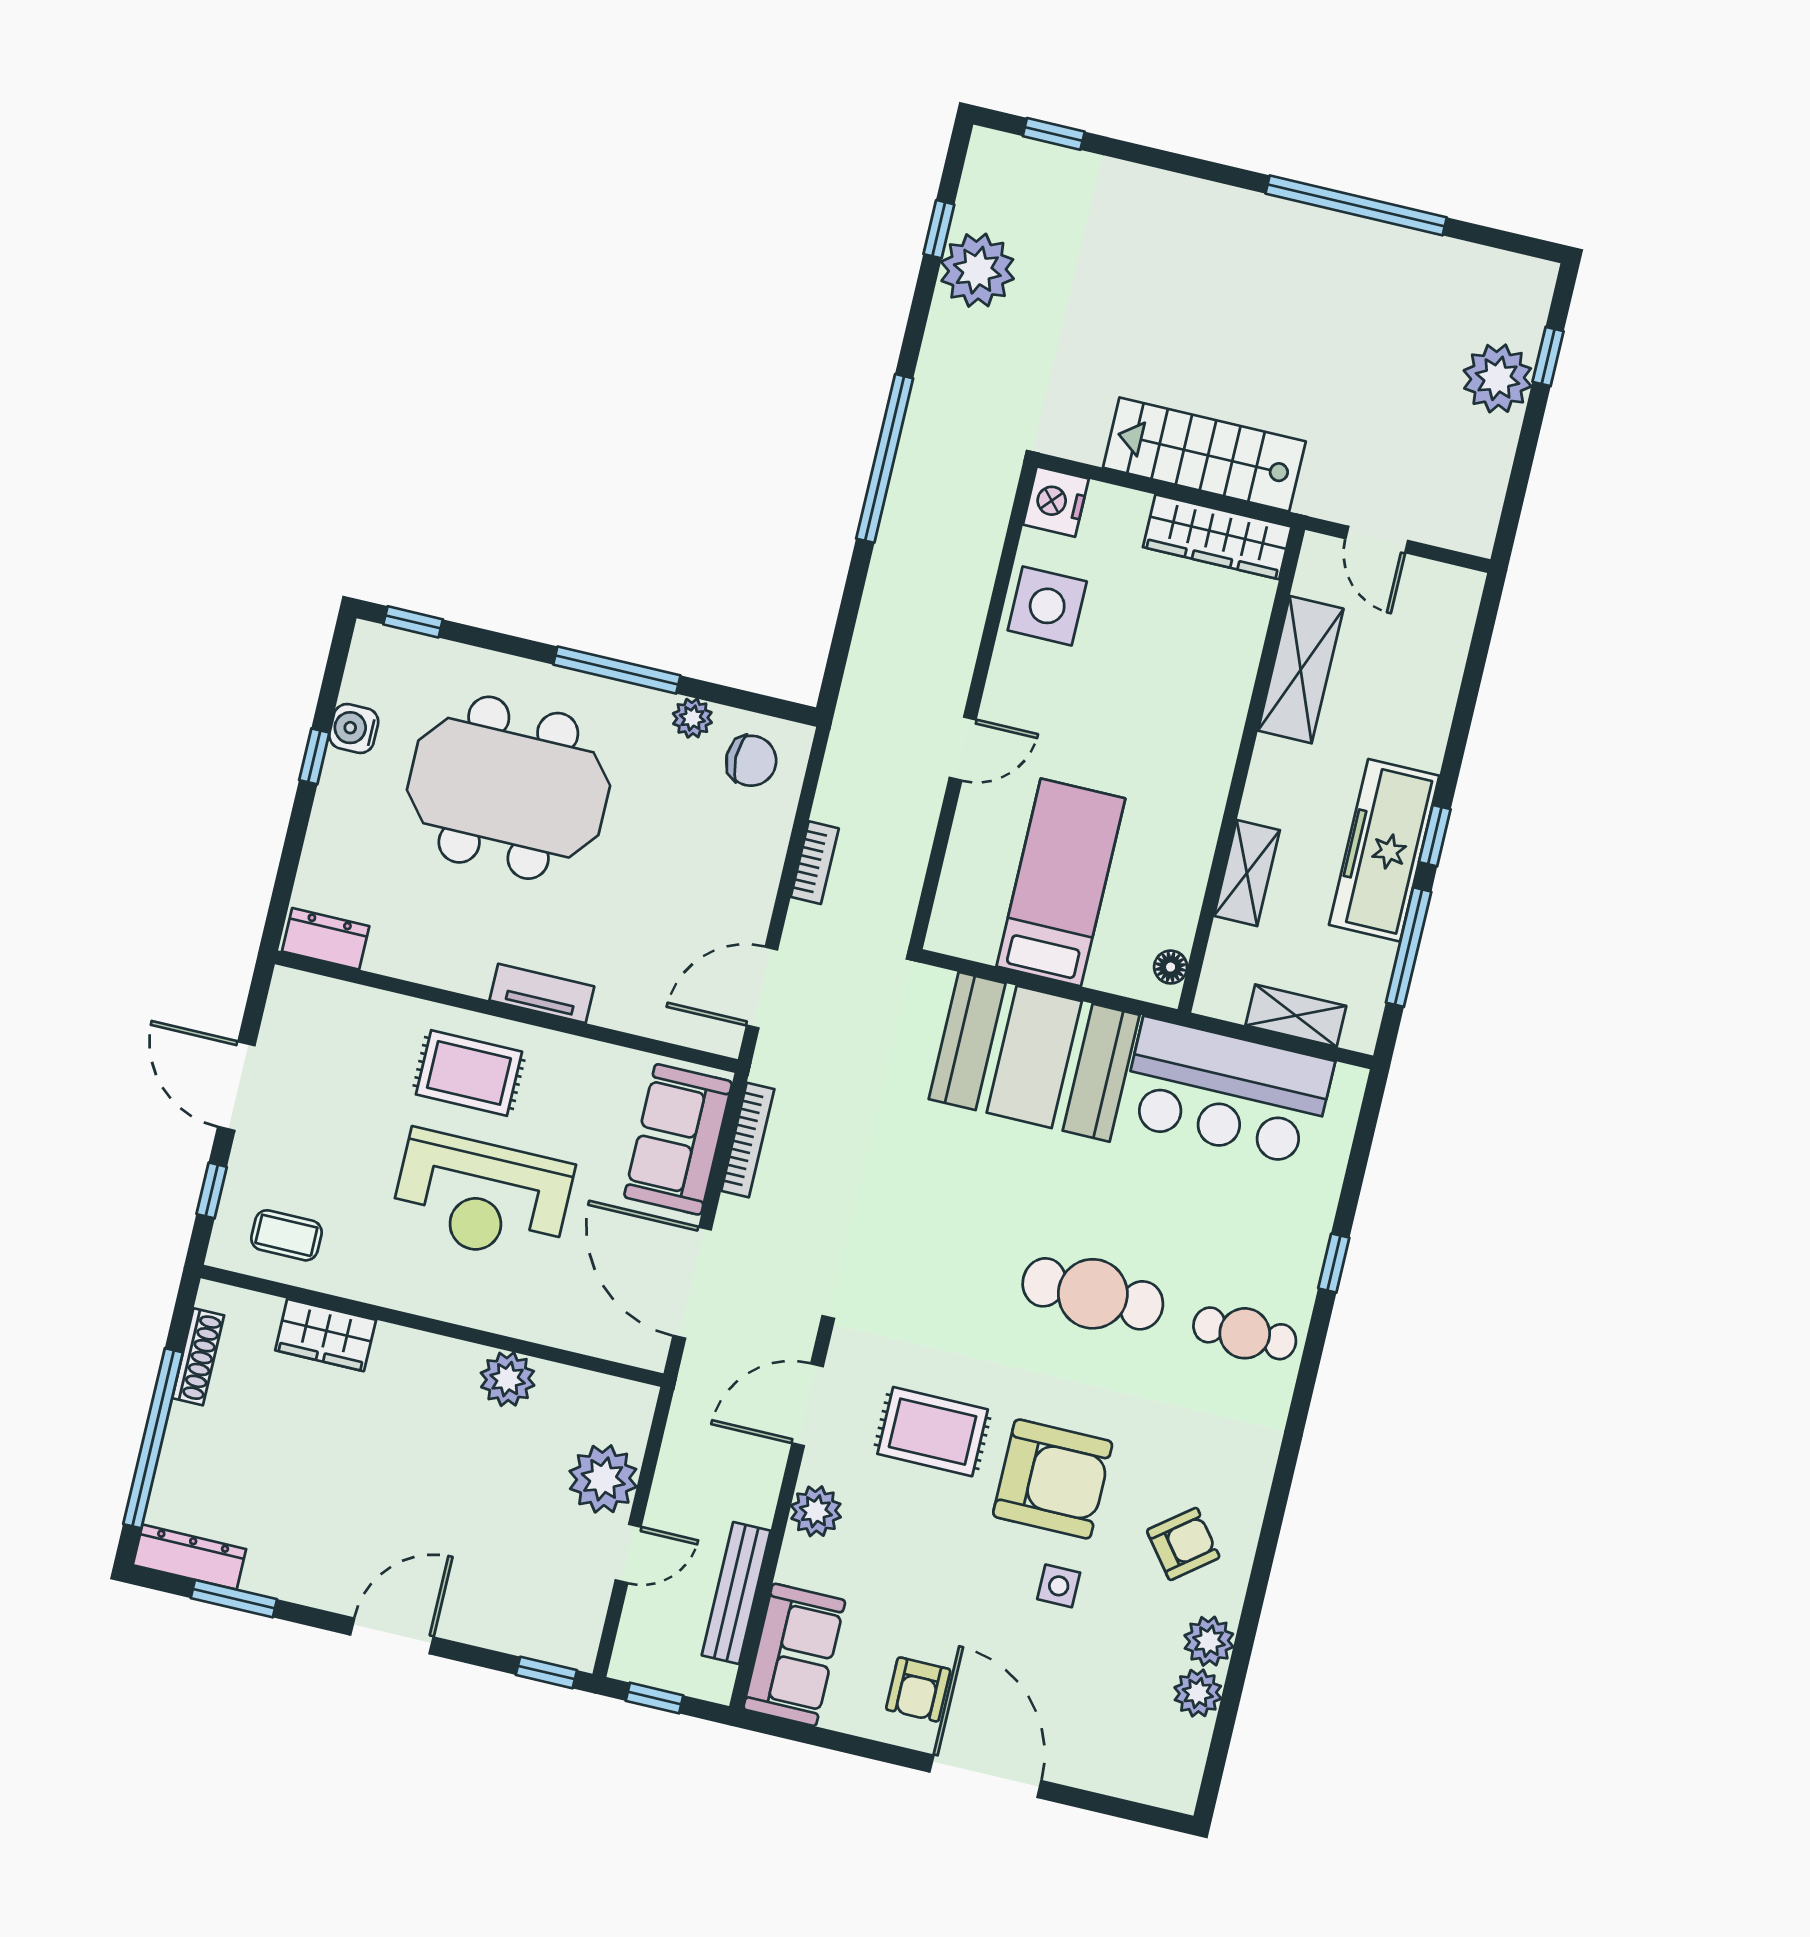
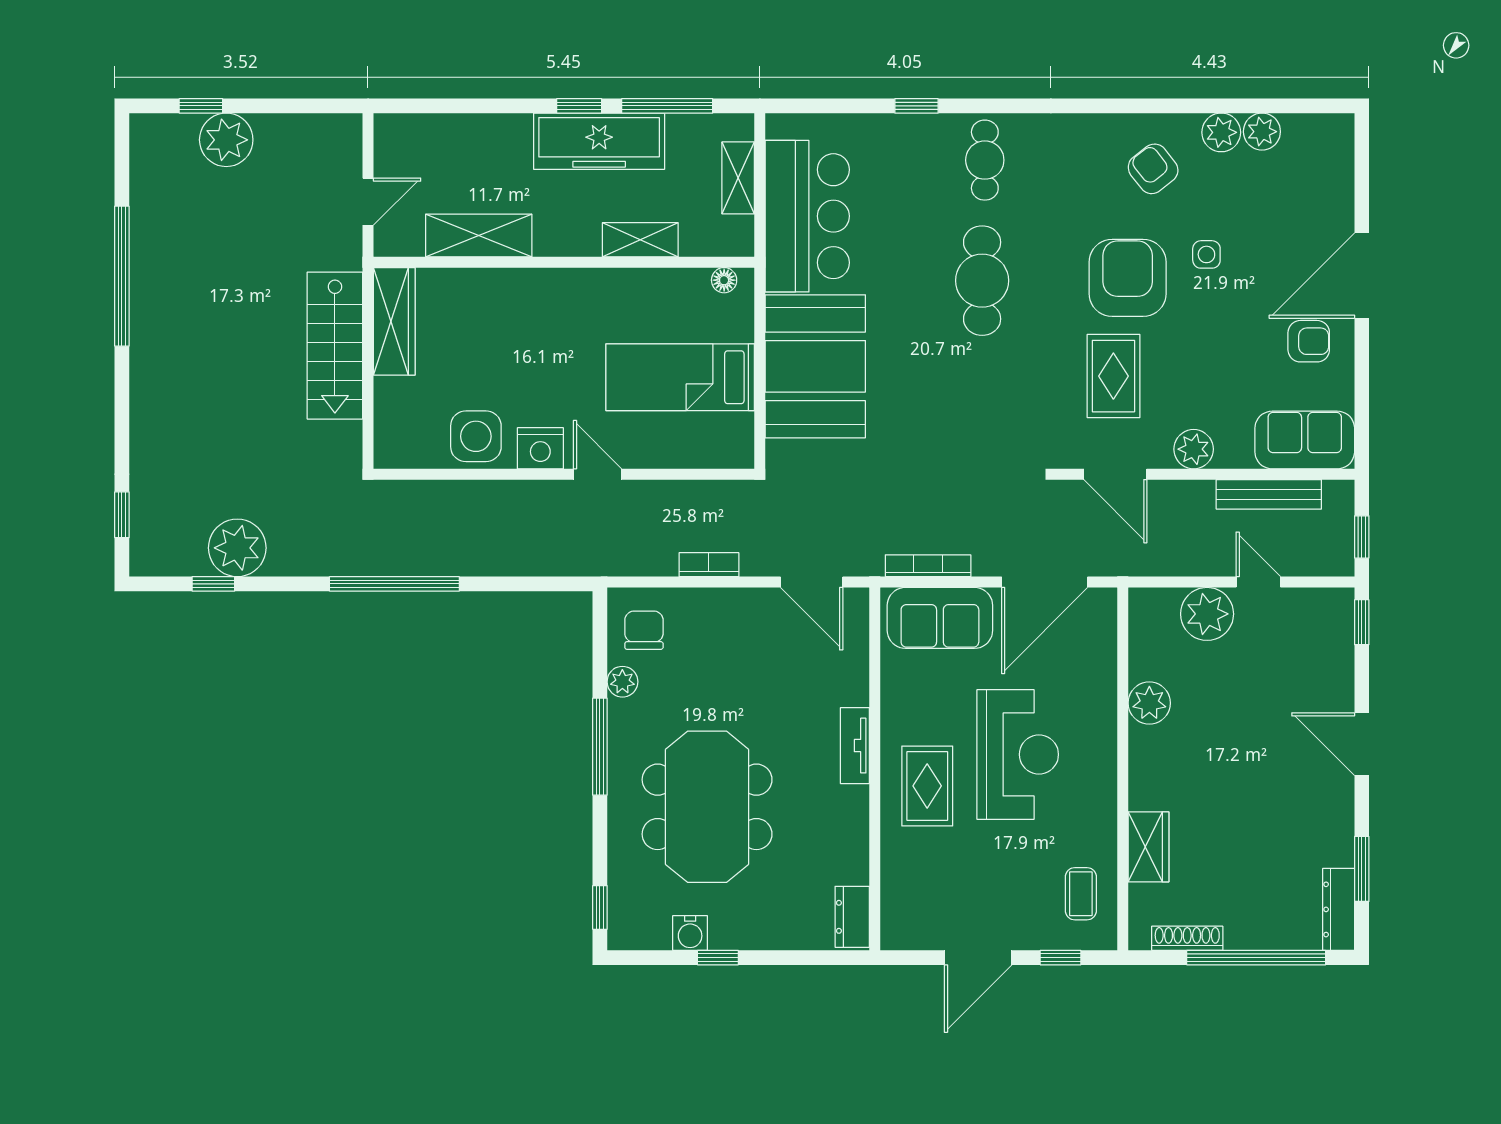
nightstand: (1056, 502) -> (540, 448), moved

